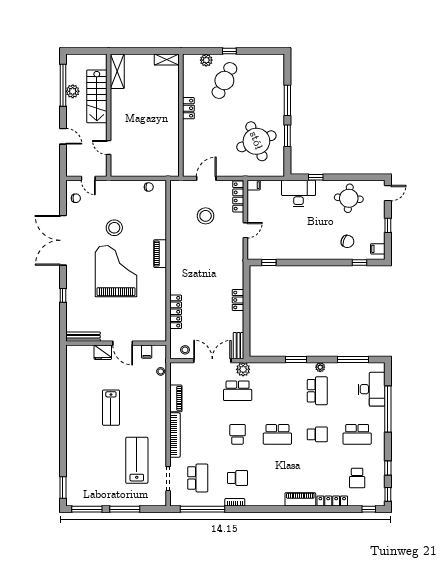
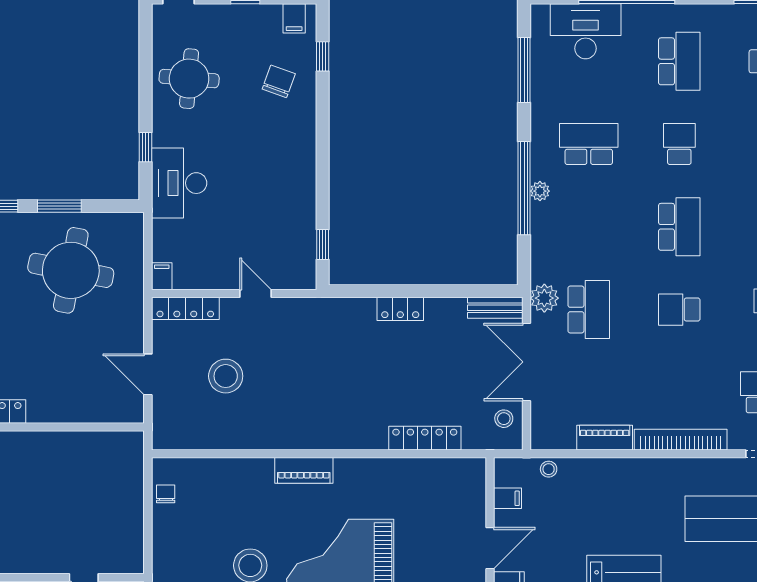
round table: (256, 141) -> (71, 270), turned 32
window: (296, 360) -> (524, 188), width x2.11
plant: (320, 367) -> (540, 191), moved

